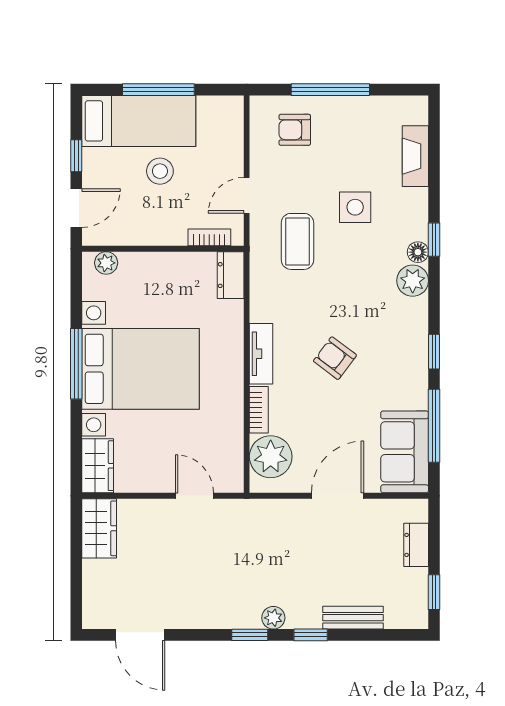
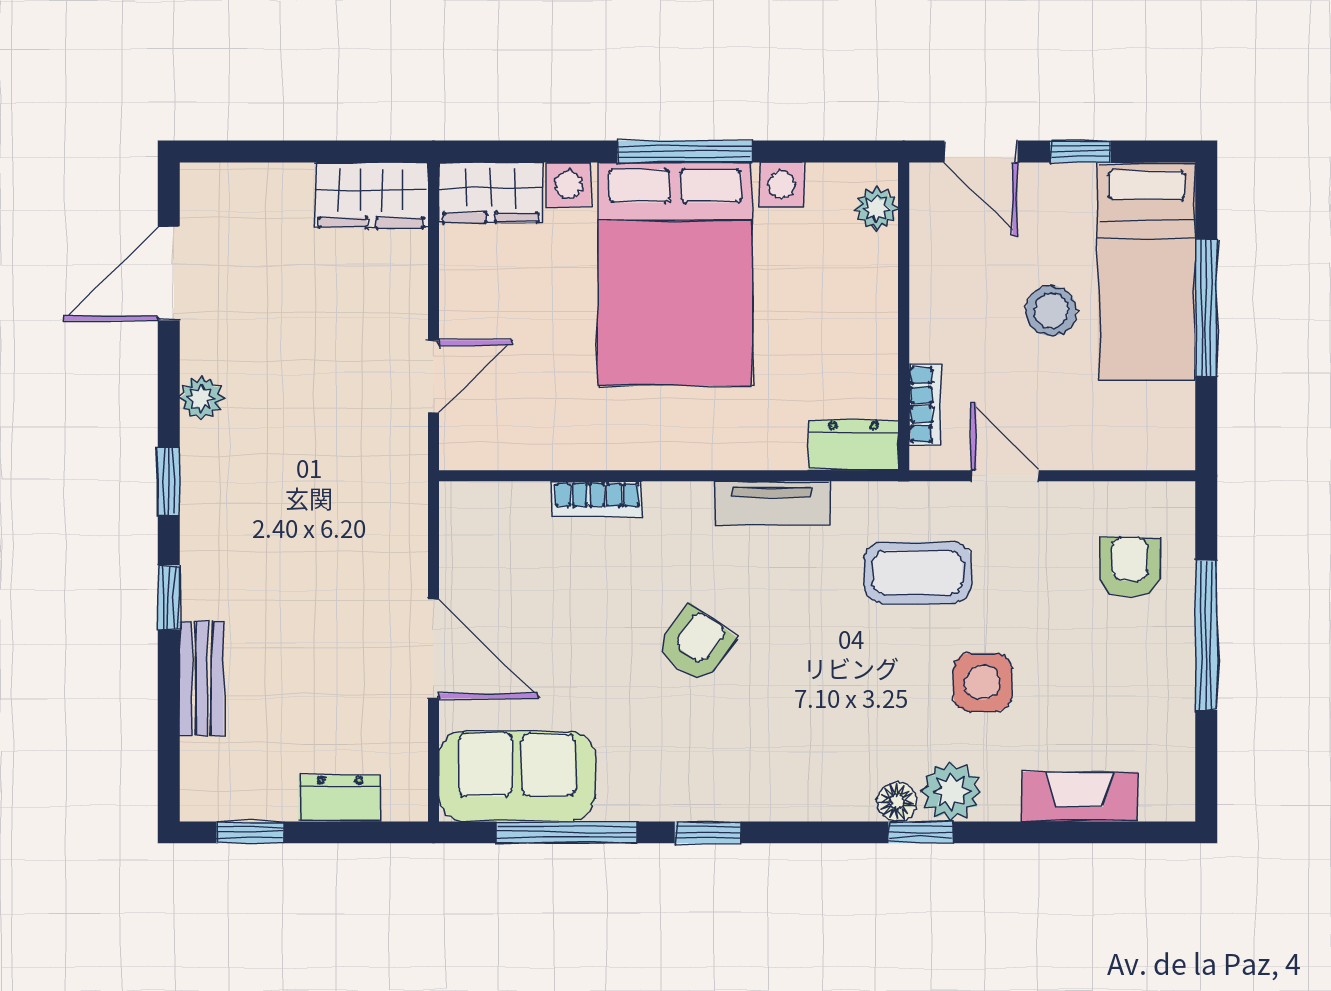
plant: (413, 281) -> (951, 792), moved
tv unit: (261, 354) -> (772, 503), moved
plant: (271, 457) -> (508, 521), removed
plant: (273, 618) -> (201, 398), moved

